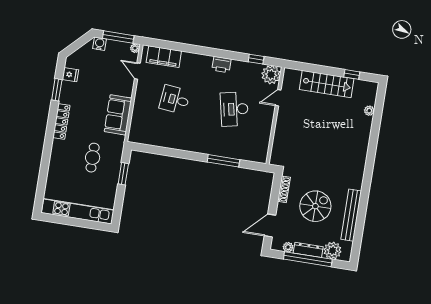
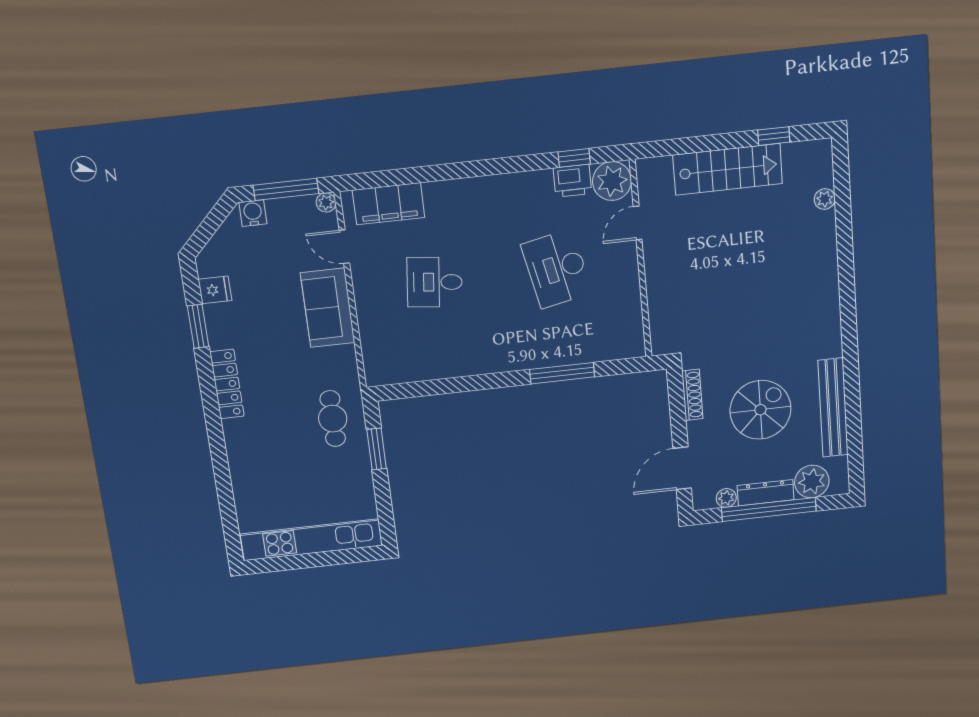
printer: (221, 65) -> (572, 181), moved
sofa: (118, 115) -> (328, 308), moved
cafe table: (93, 158) -> (333, 419), moved

